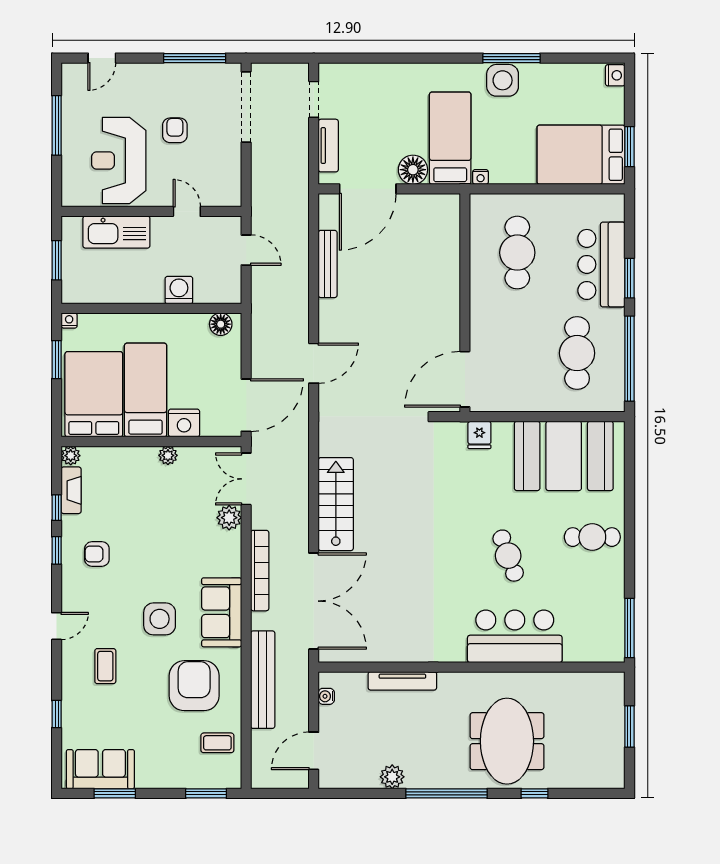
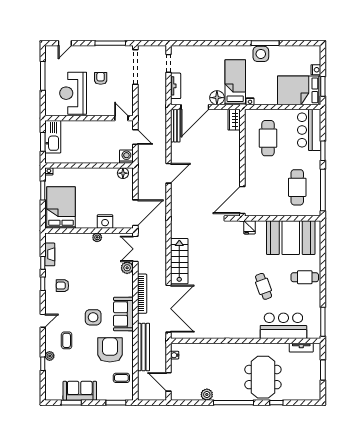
nightstand: (615, 75) -> (316, 70), moved
door: (187, 211) -> (121, 118), moved
wardrobe: (448, 215) -> (234, 120), added
kitchen sink: (116, 232) -> (53, 137), moved, turned -90
bench: (328, 264) -> (175, 126), moved
bar counter: (601, 264) -> (309, 130), moved
washing machine: (179, 290) -> (126, 157), moved
door: (314, 363) -> (168, 173), moved
bed: (146, 390) -> (86, 205), removed
plant: (71, 456) -> (50, 356), moved
bar counter: (515, 636) -> (283, 326), moved
tv unit: (402, 681) -> (301, 348), moved, width x0.71
door: (314, 751) -> (168, 382), hinge flipped
sofa: (100, 769) -> (80, 391), moved

